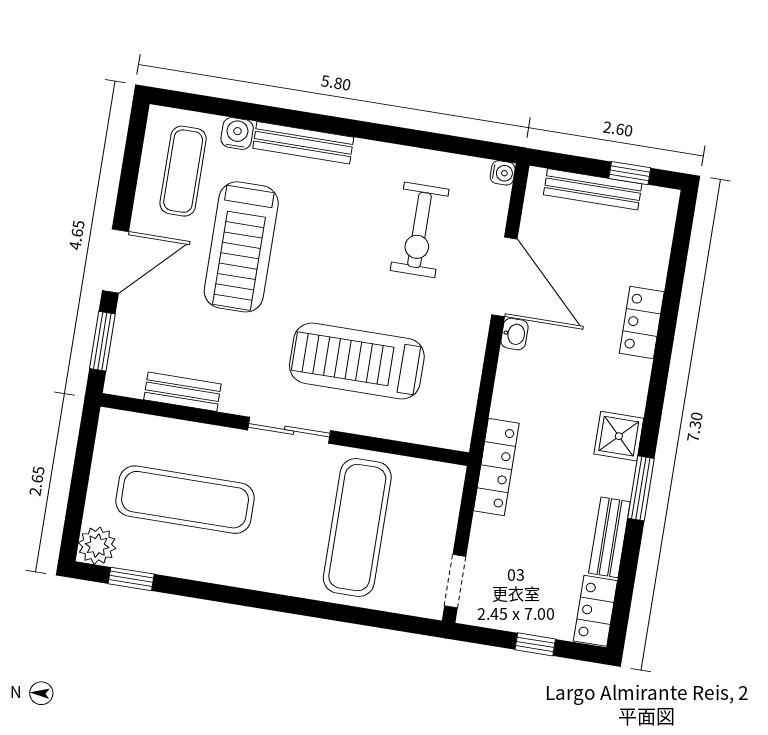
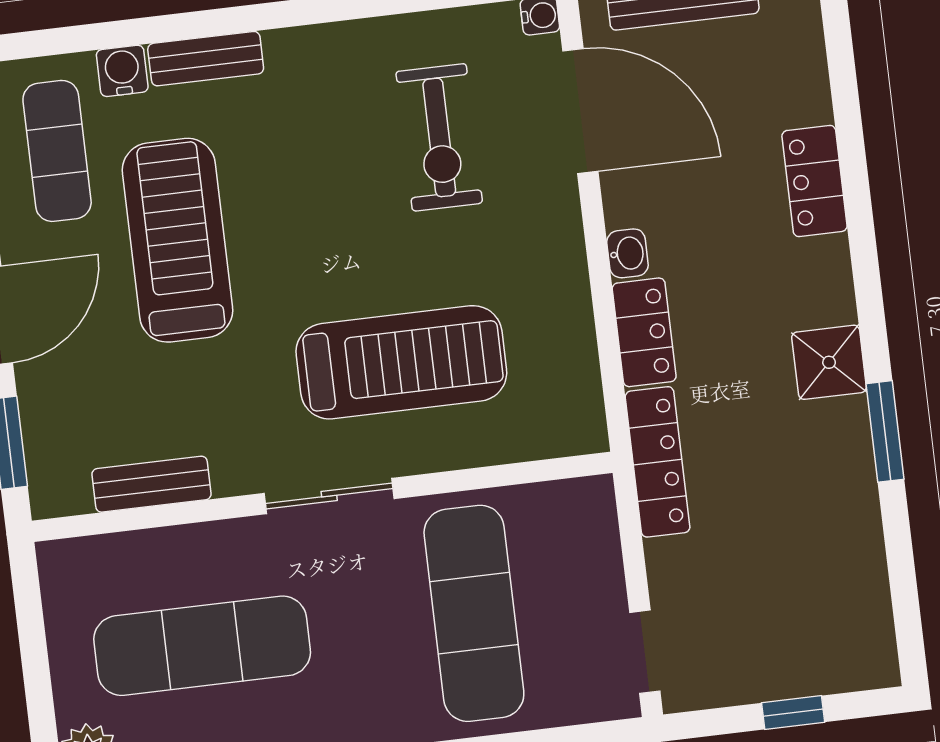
bench: (303, 143) -> (206, 59), width x0.73
treadmill: (241, 247) -> (177, 240), turned 180
door: (504, 277) -> (580, 111), moved
treadmill: (357, 361) -> (401, 362), turned 180
bench: (609, 537) -> (859, 519), removed
locker: (595, 611) -> (644, 332), moved, turned 180

